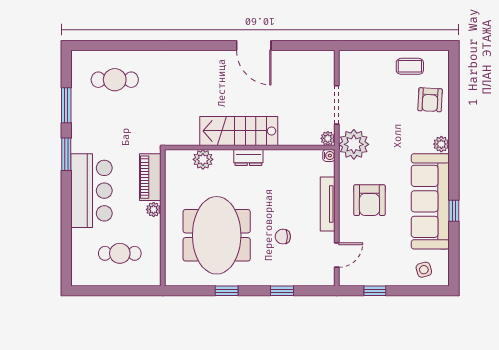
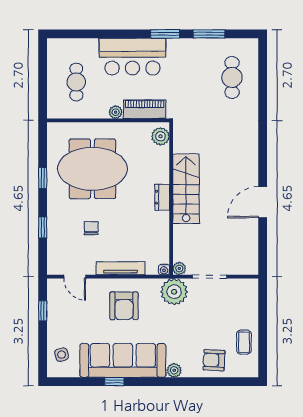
plant: (203, 159) -> (160, 136), moved
armchair: (369, 200) -> (124, 306), turned -90

